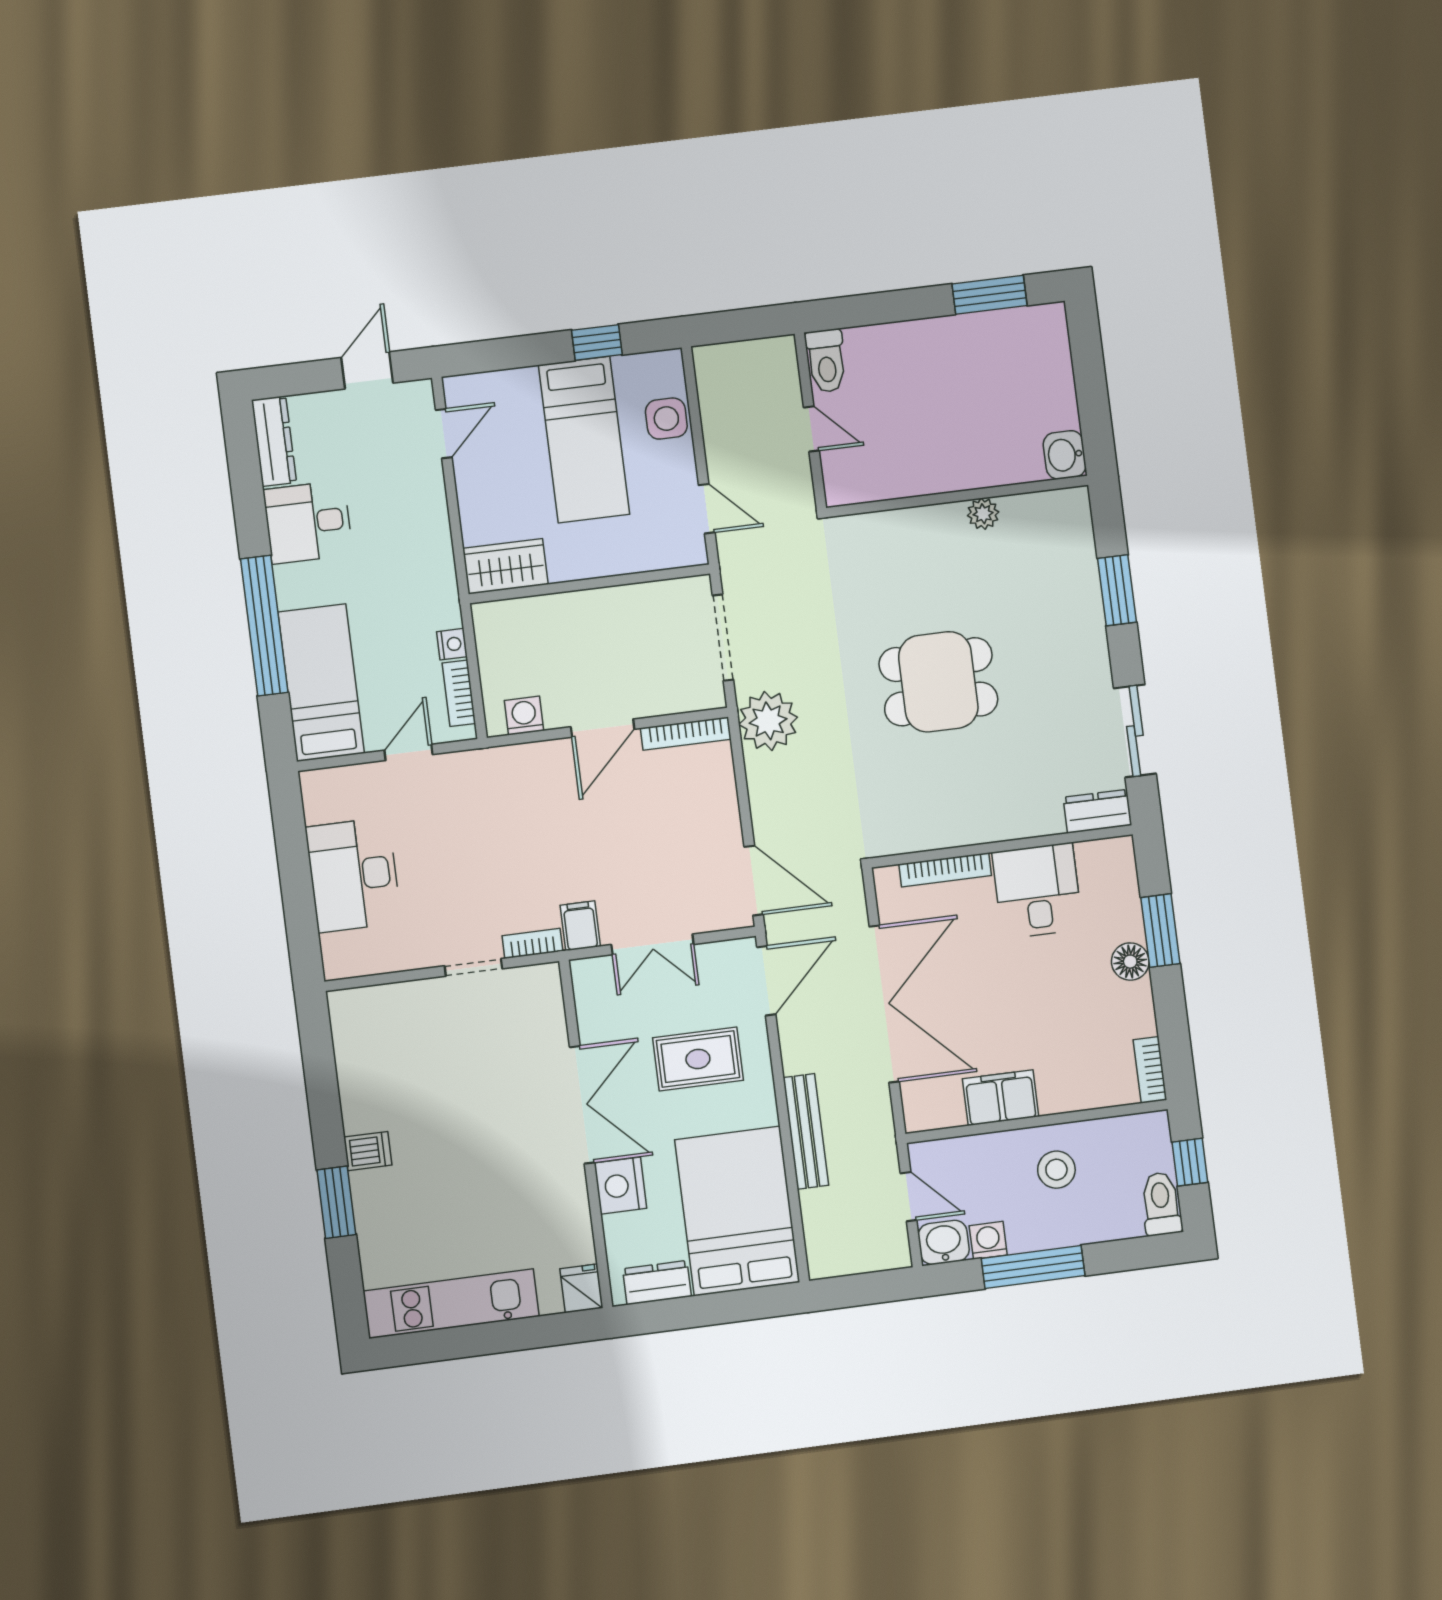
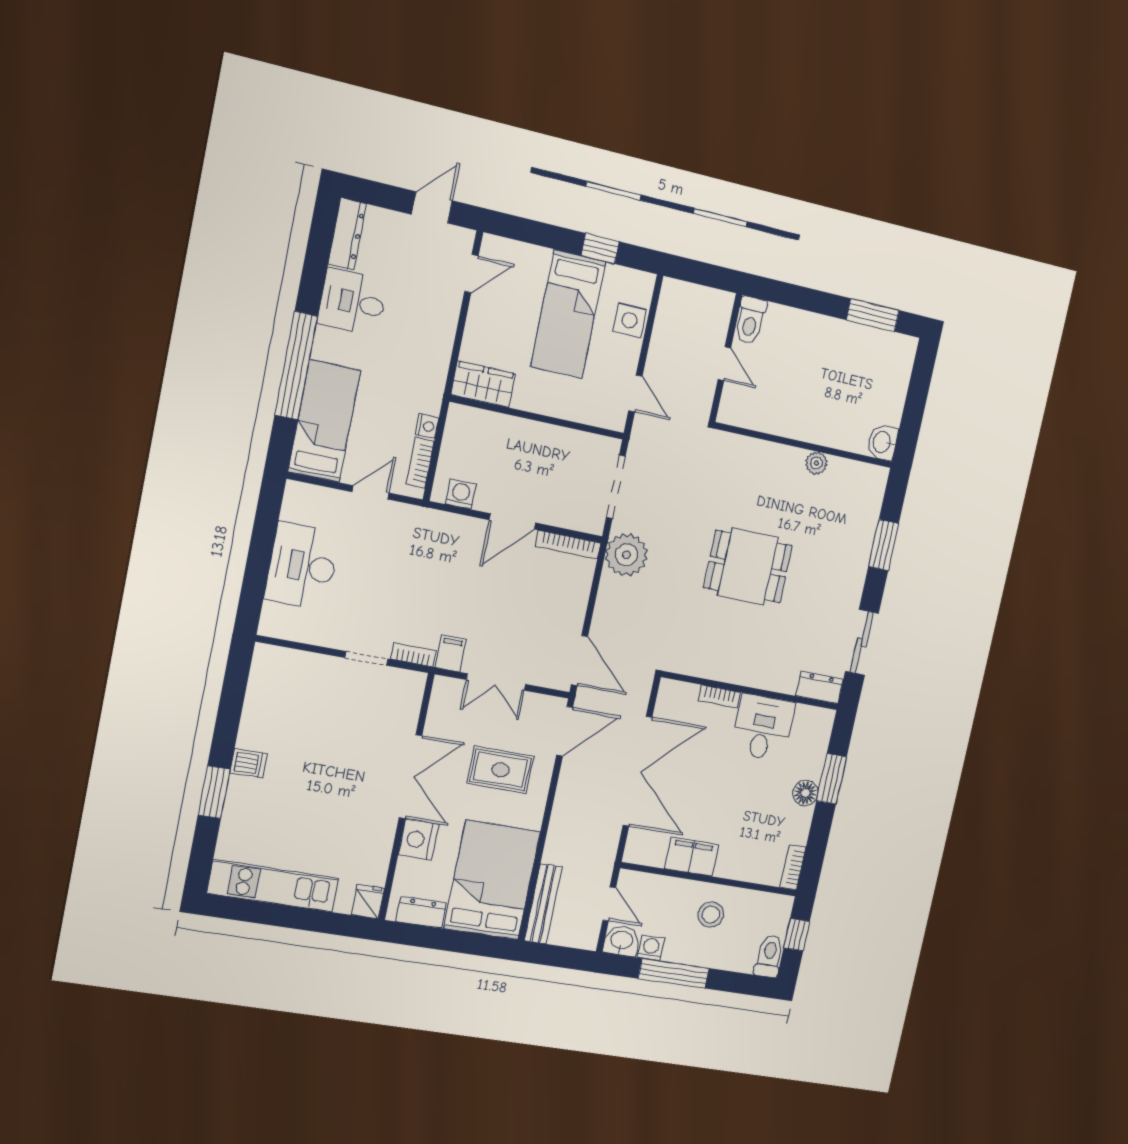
bookcase: (945, 870) -> (719, 696), width x0.64
bench: (806, 1131) -> (543, 904), moved

